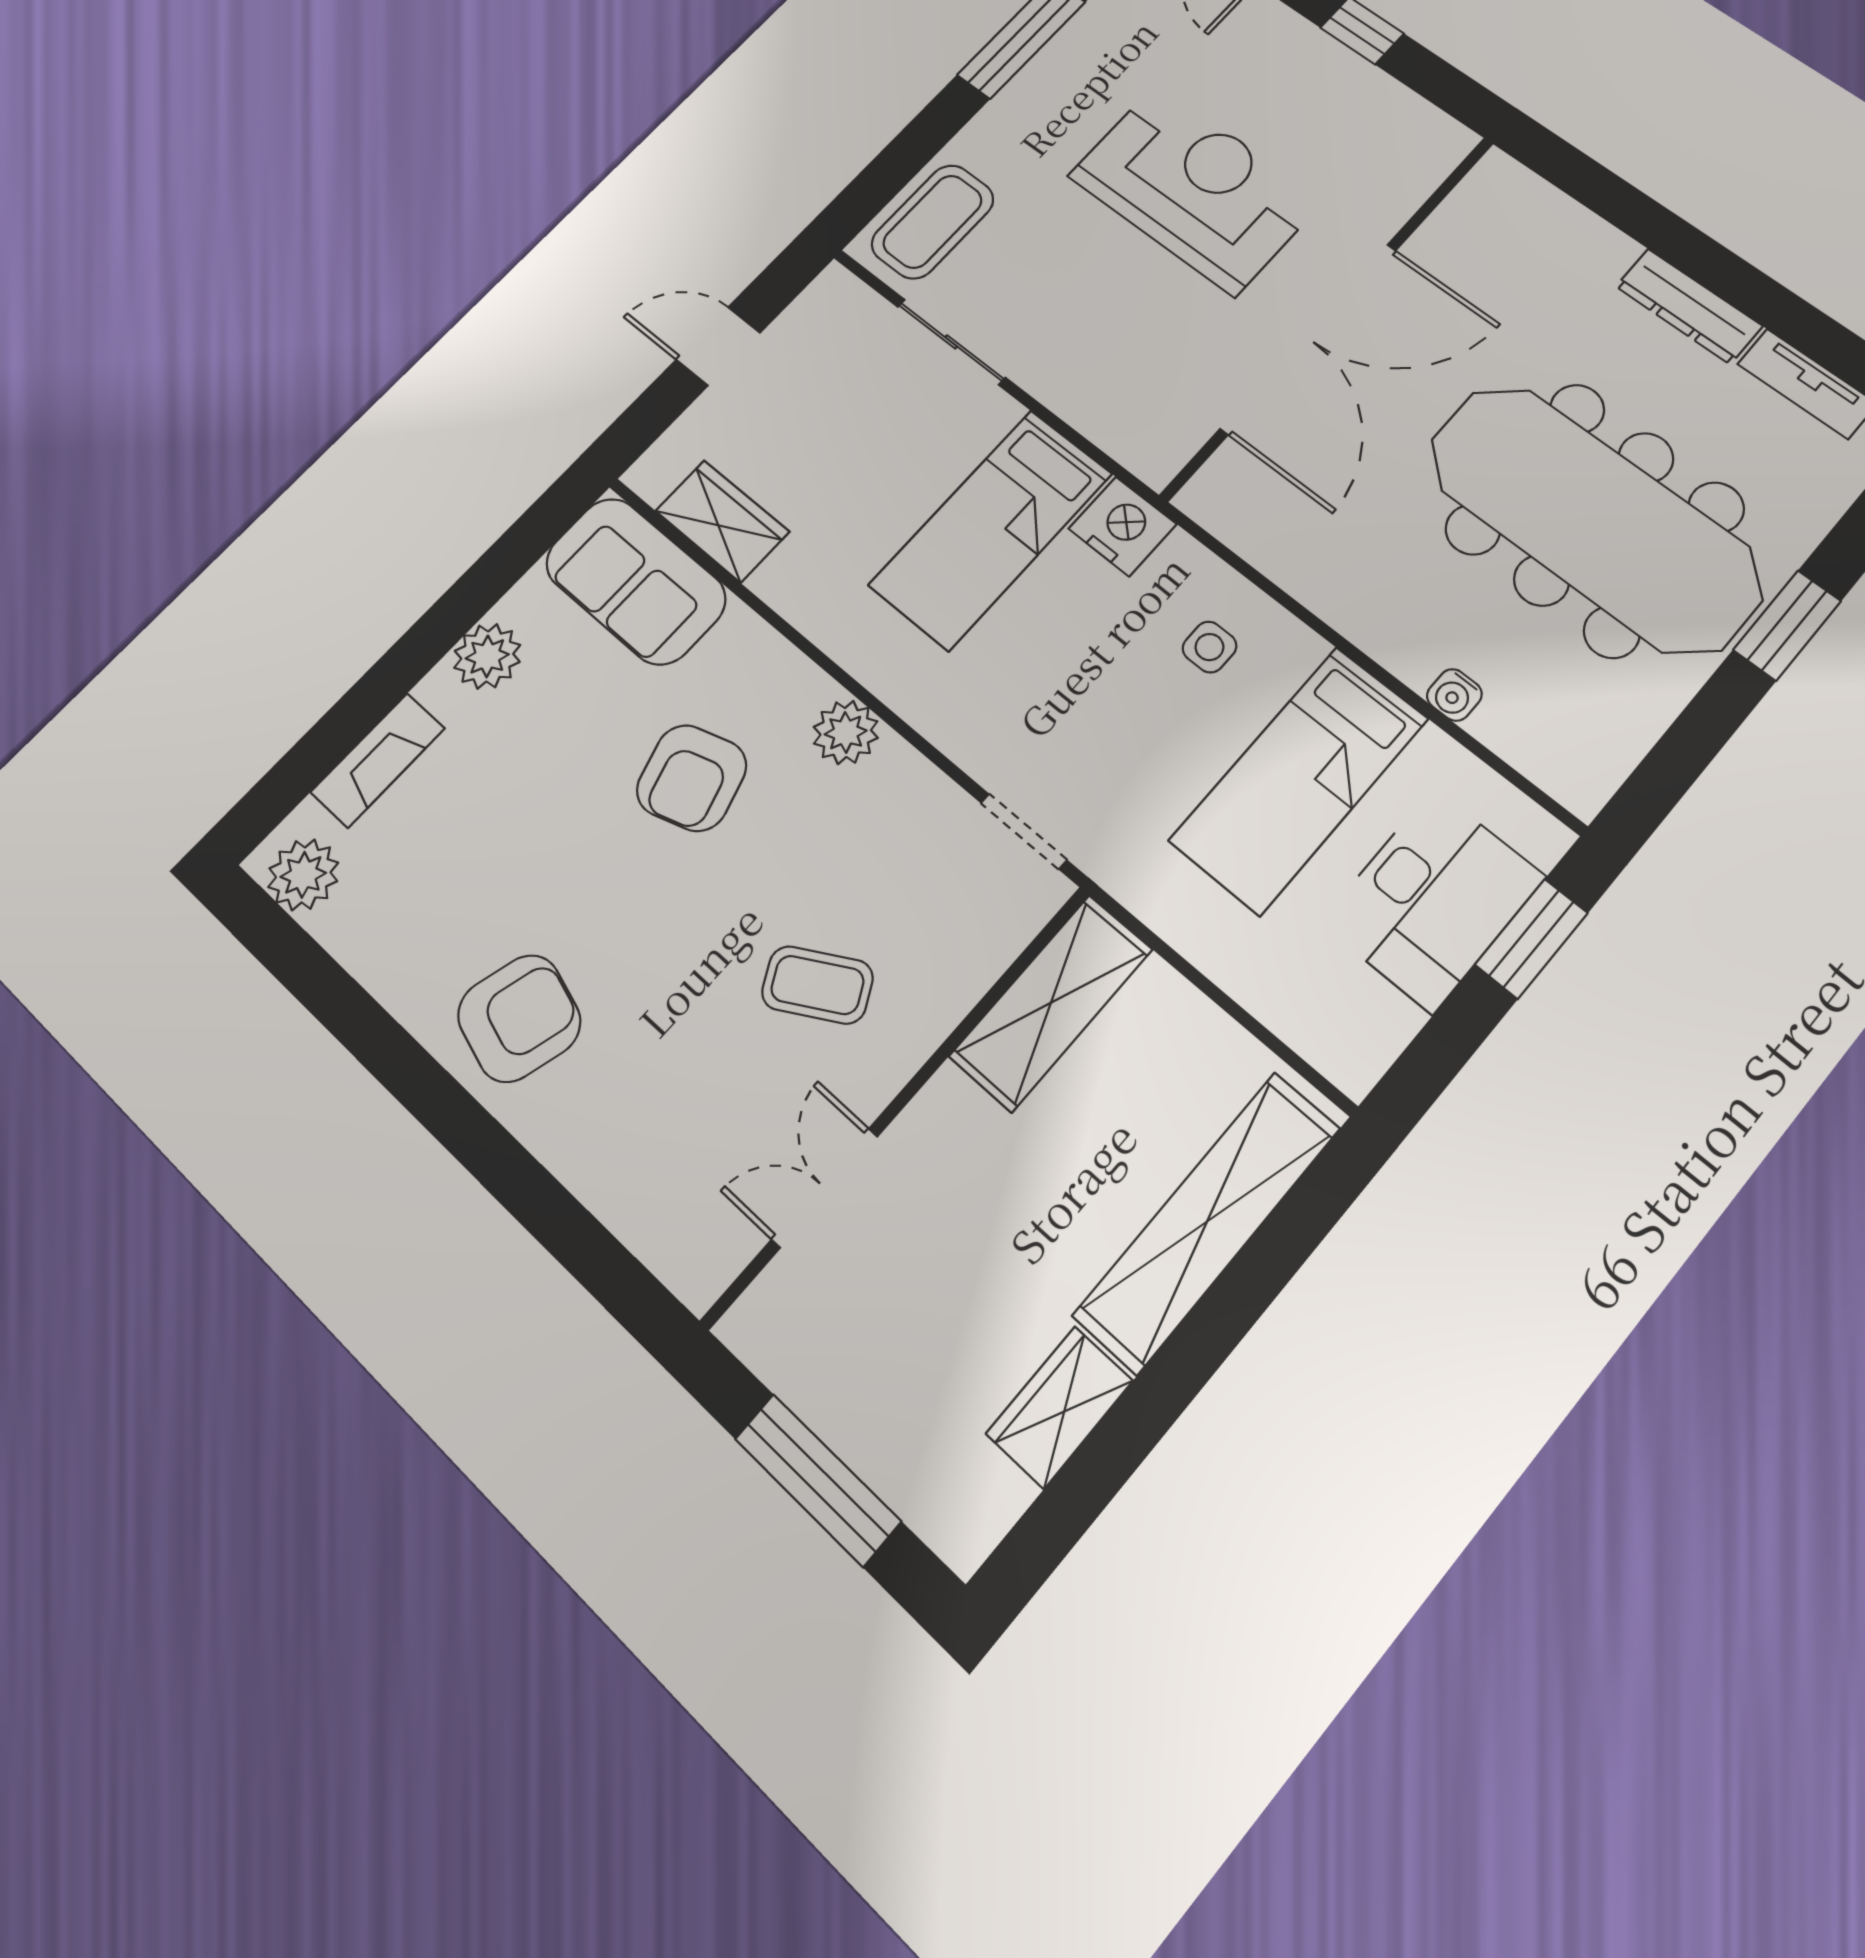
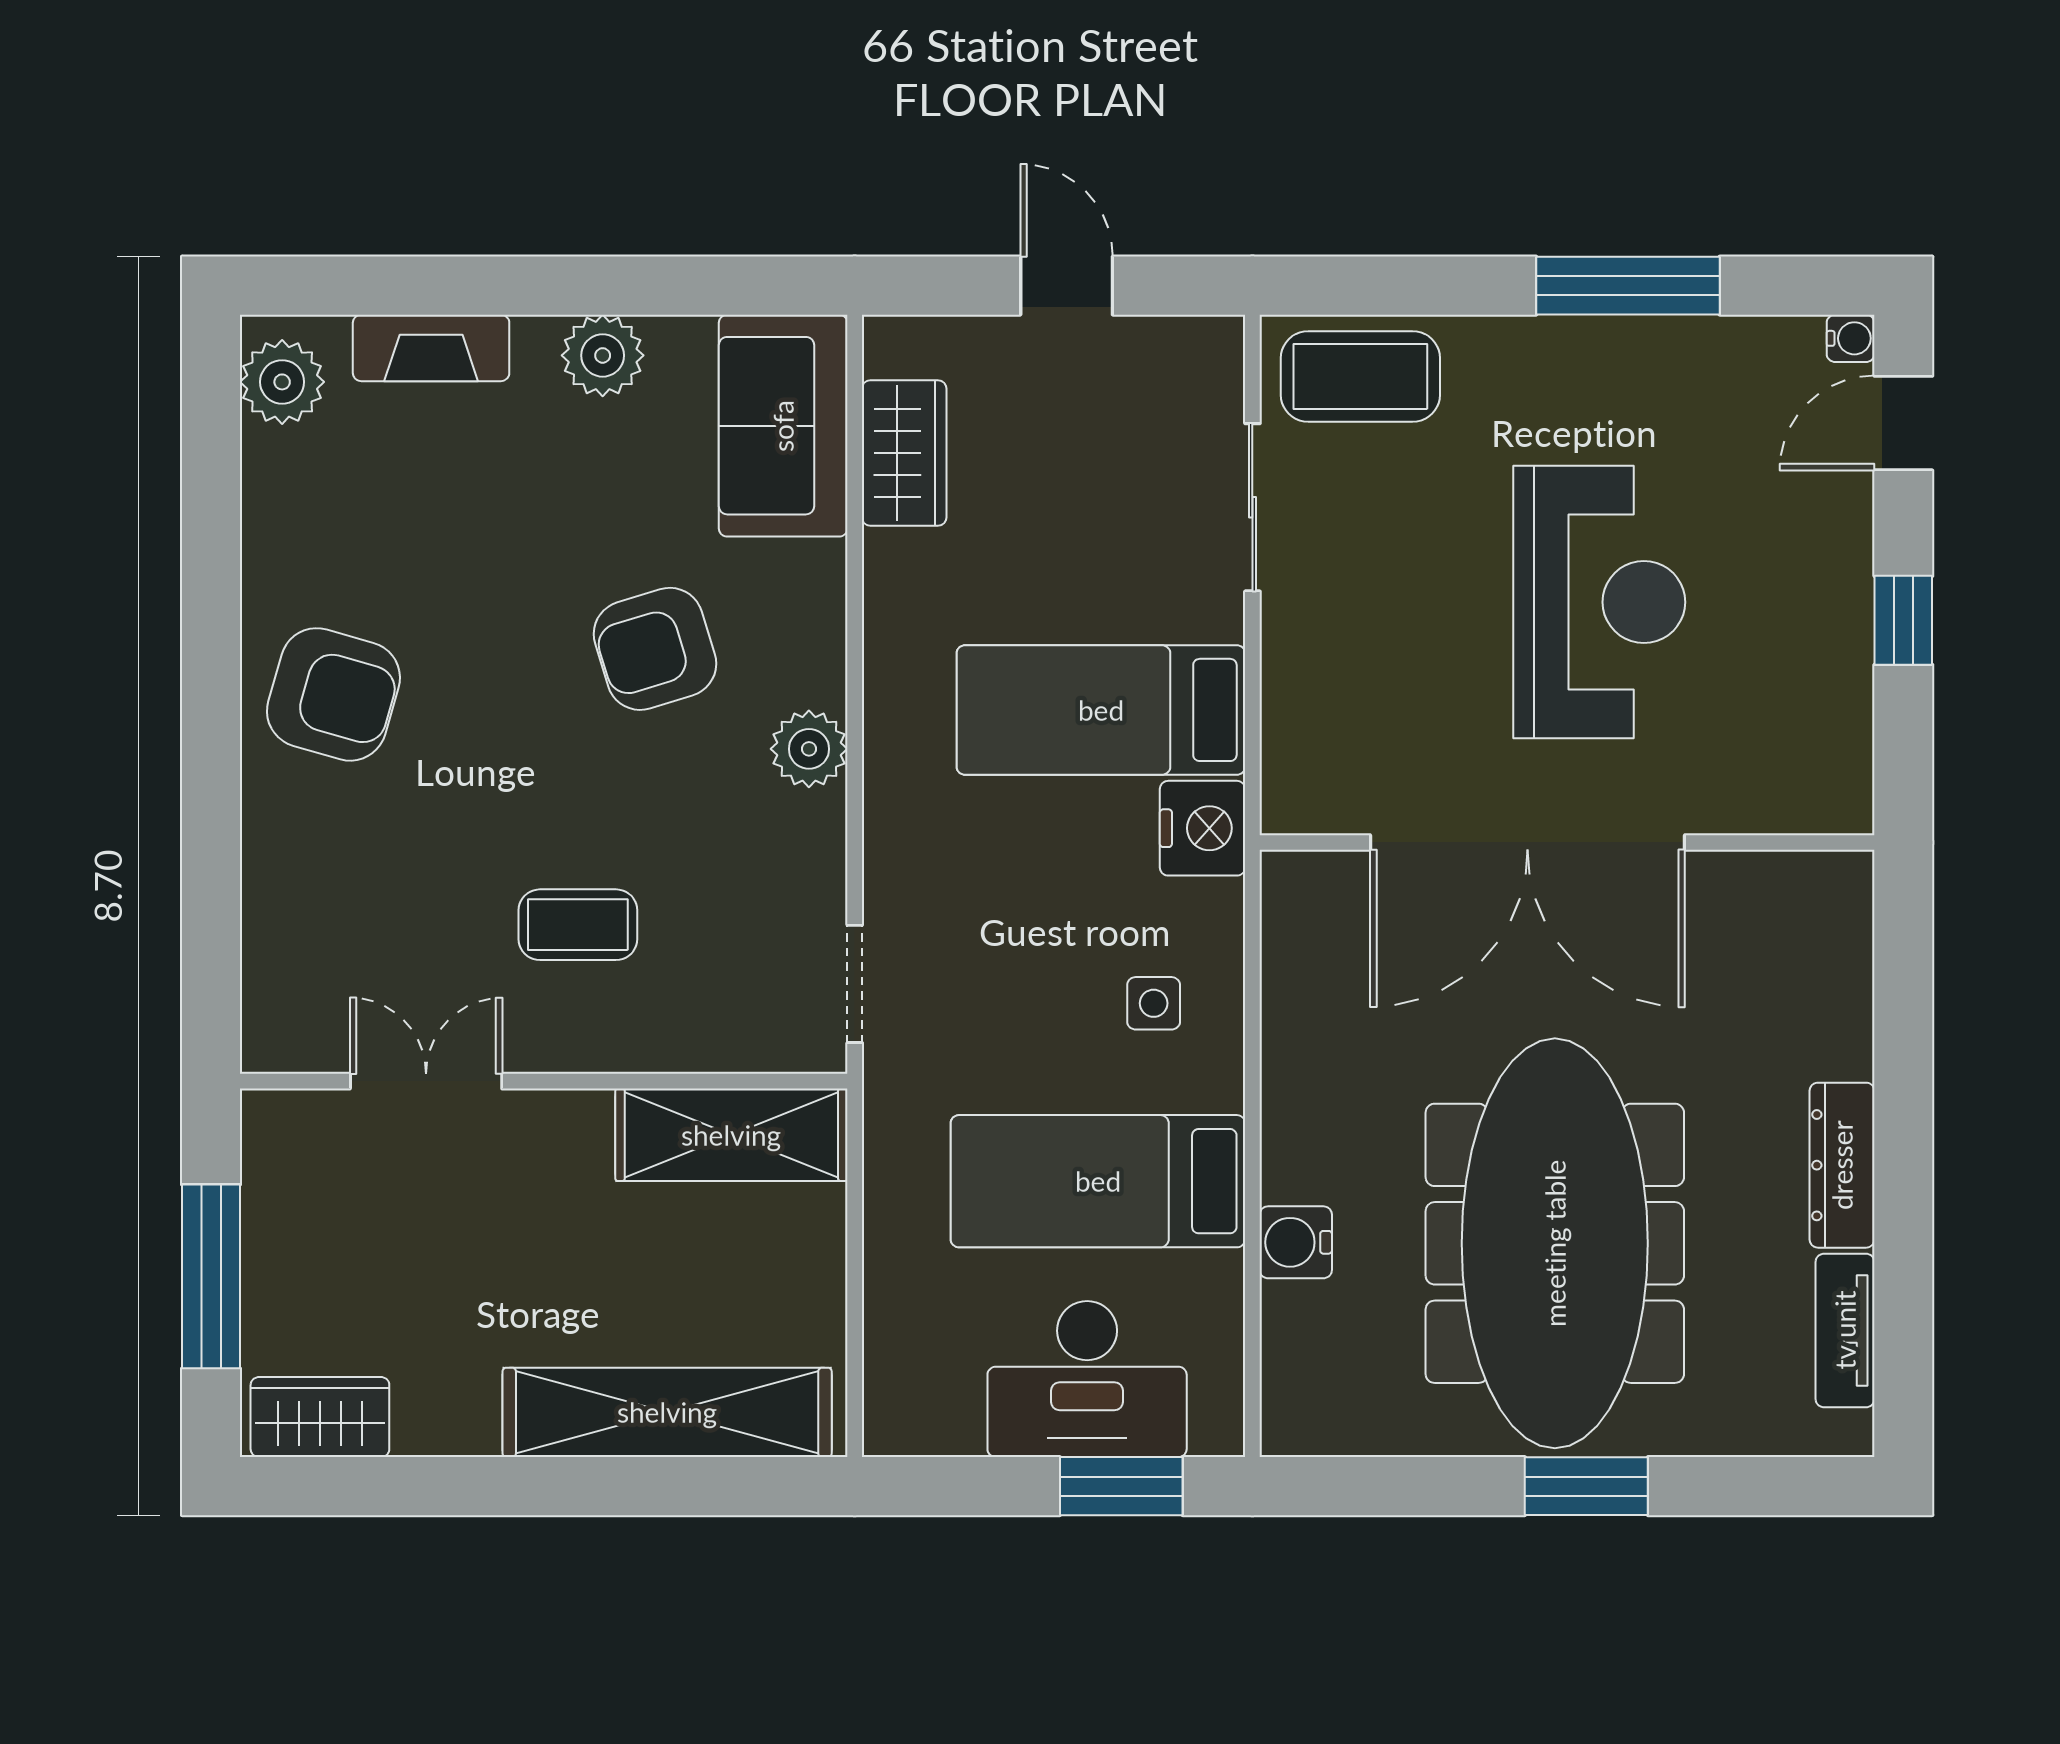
water cooler: (1454, 695) -> (1296, 1242), width x1.38, depth x1.38
coffee table: (817, 985) -> (578, 925), turned -61
wardrobe: (1060, 1407) -> (320, 1417), moved

